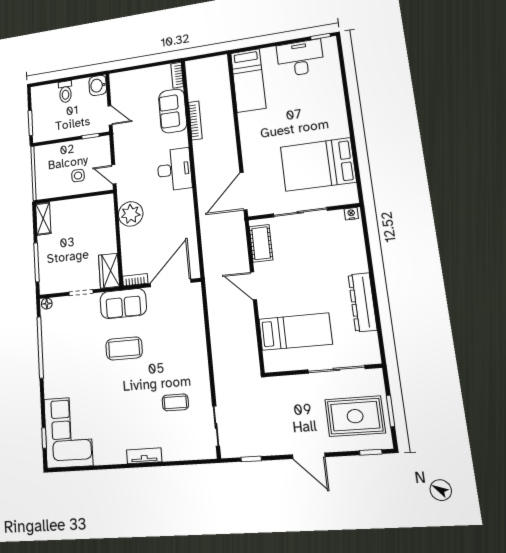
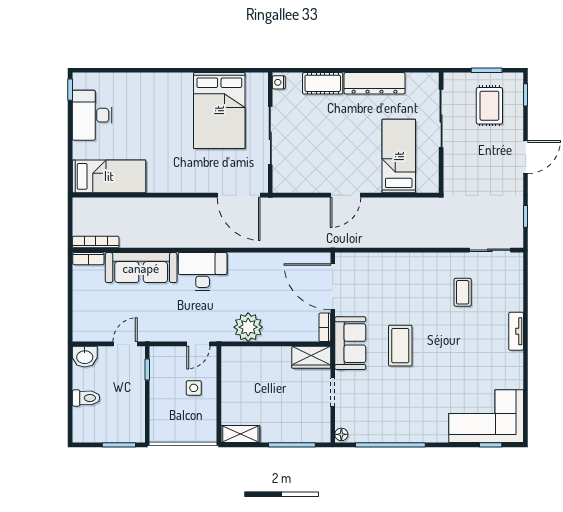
sofa: (173, 111) -> (141, 268), width x1.36
bookcase: (195, 120) -> (96, 242), moved
cot: (261, 243) -> (323, 83), moved
rug: (355, 416) -> (489, 106), width x0.73, depth x0.70

